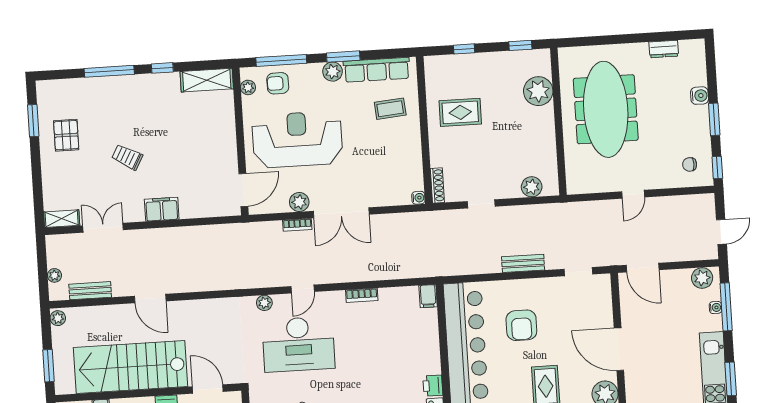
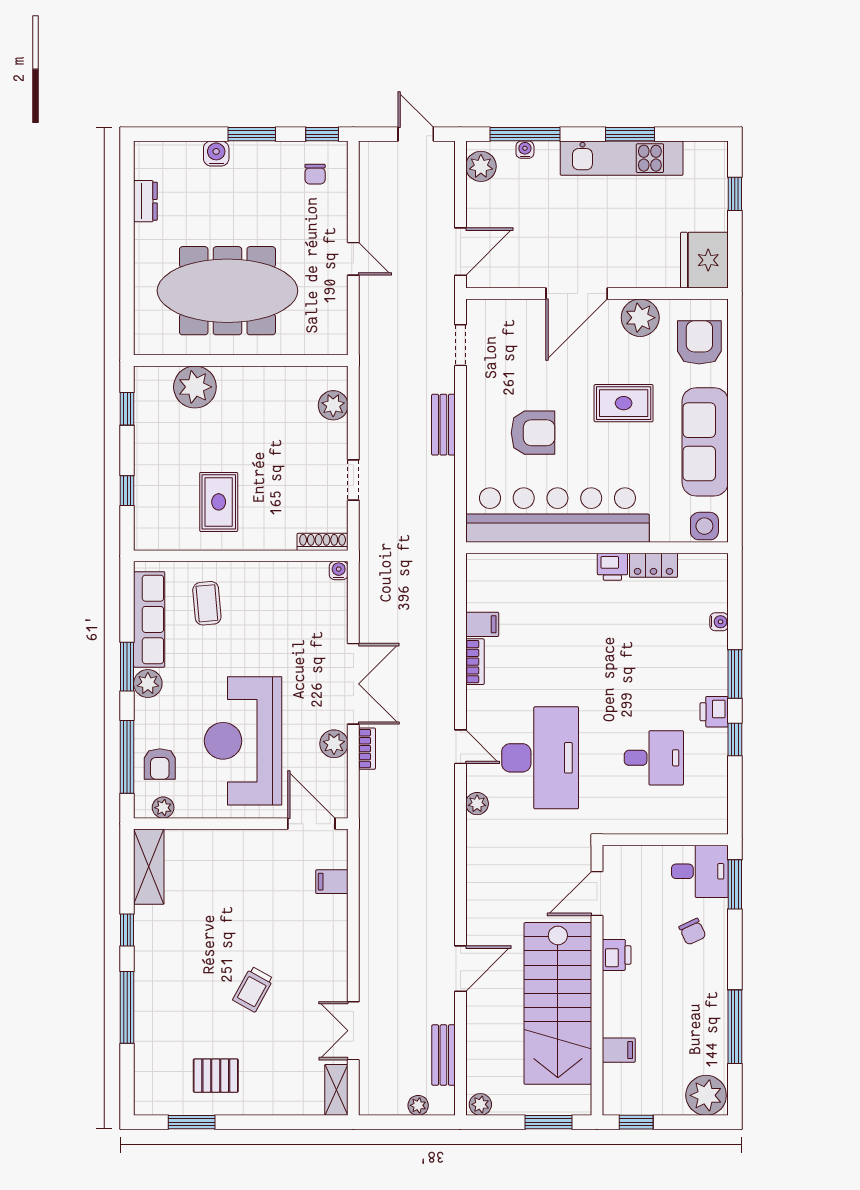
filing cabinet: (162, 209) -> (332, 882), moved, width x0.50
filing cabinet: (428, 296) -> (482, 624), moved

